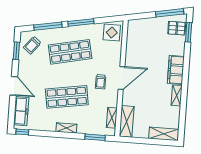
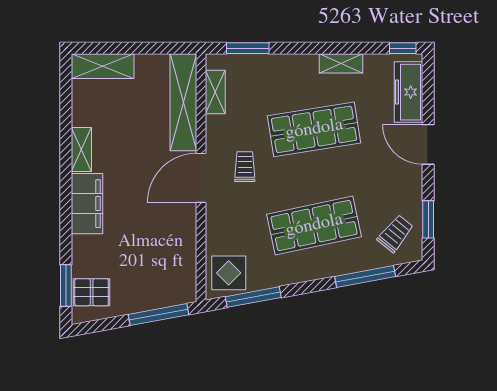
window: (170, 13) -> (159, 315), moved
window: (81, 23) -> (253, 297), moved
shelving: (127, 121) -> (183, 102), width x1.47
shelving: (66, 128) -> (341, 63), moved

